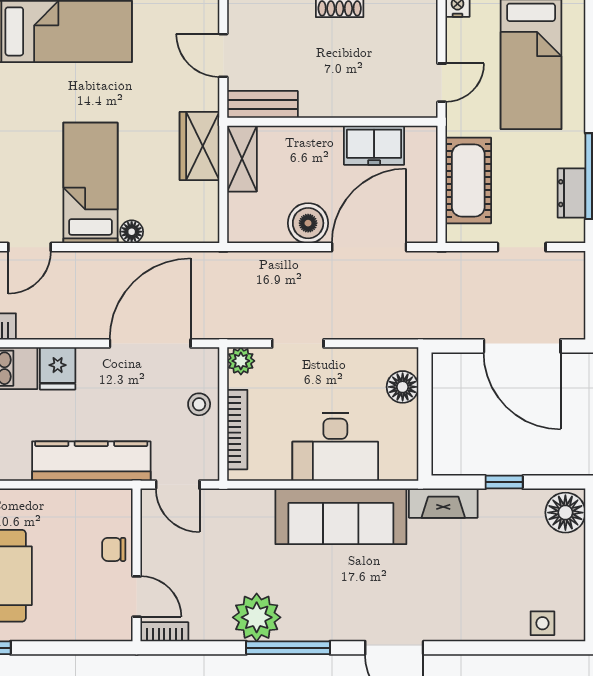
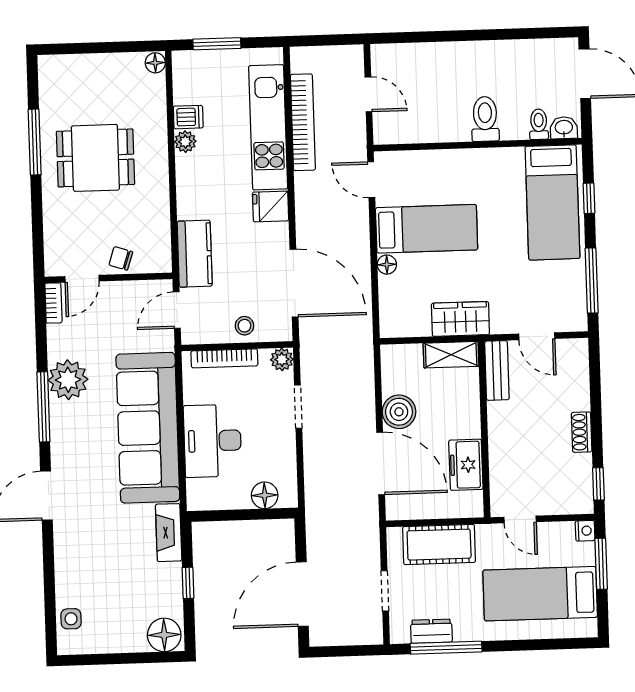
door: (223, 55) -> (537, 336), swing flipped
kitchen counter: (91, 461) -> (195, 254), width x0.67
sofa: (341, 516) -> (148, 428), width x1.36, depth x1.27
chair: (114, 549) -> (121, 258), turned -72

